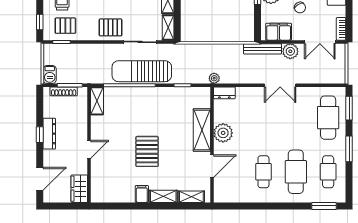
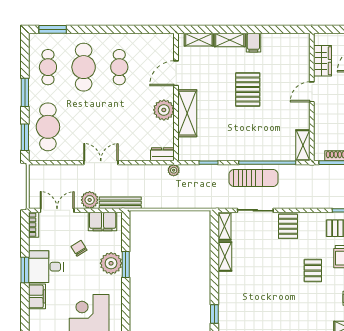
pallet: (111, 27) -> (288, 226), turned 90
sun lounger: (142, 71) -> (254, 178), width x0.73, depth x0.75
wardrobe: (79, 189) -> (322, 61), moved

